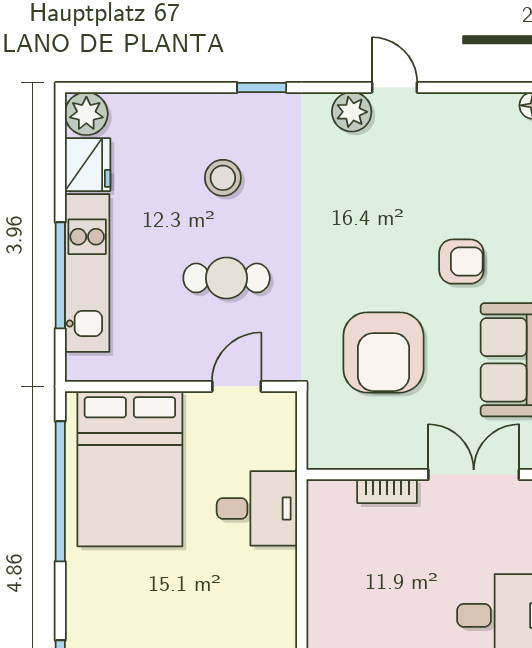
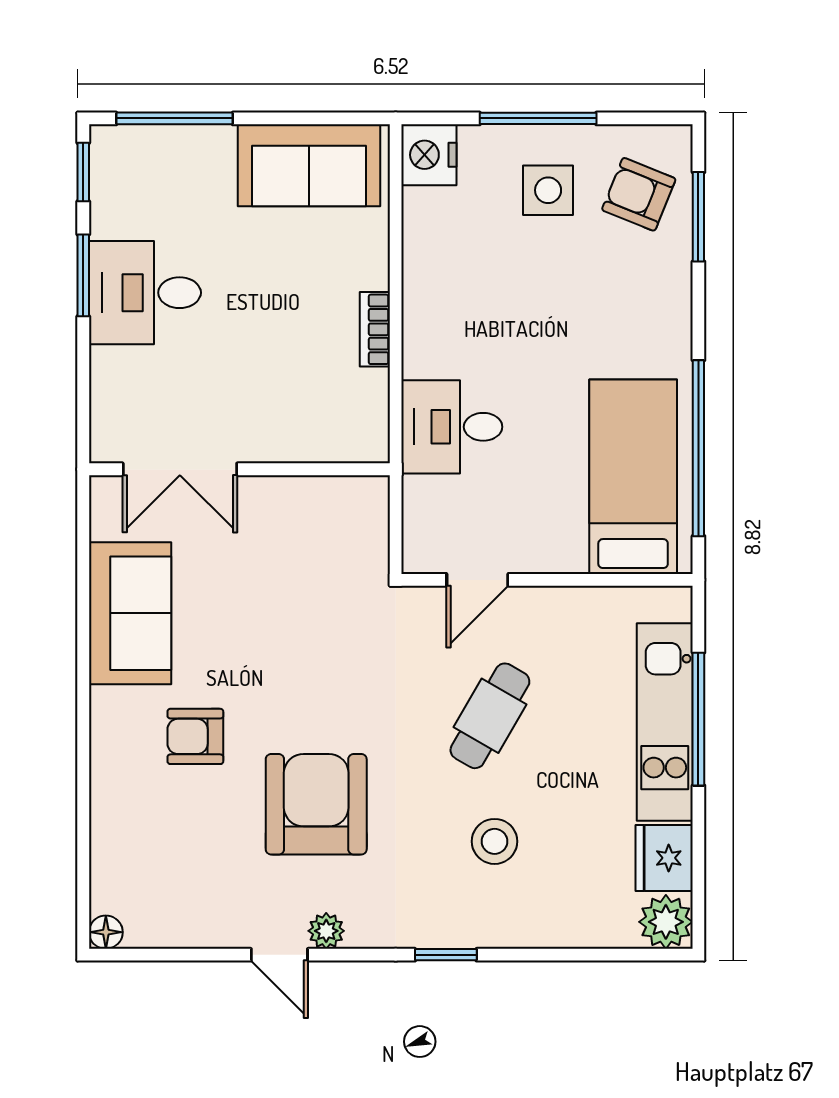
plant: (352, 112) -> (326, 931), width x0.73, depth x0.73
cafe table: (227, 278) -> (490, 716), turned -60
armchair: (383, 352) -> (316, 804), moved
bed: (130, 469) -> (633, 477), width x0.67
bookcase: (387, 491) -> (375, 329), moved, turned -90

